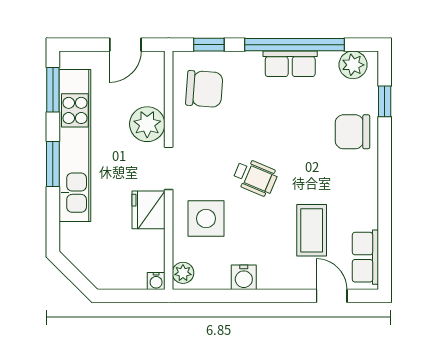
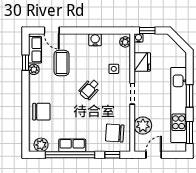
window: (385, 101) -> (25, 63), moved
plant: (147, 124) -> (143, 126), moved
wheelchair: (255, 177) -> (89, 89), turned -71
fridge: (148, 210) -> (142, 62), moved
plant: (368, 217) -> (34, 69), added
side table: (206, 219) -> (114, 69), width x0.54, depth x0.54
window: (138, 296) -> (147, 31), added

